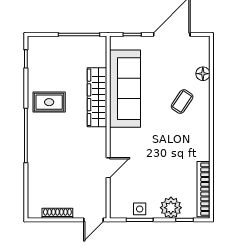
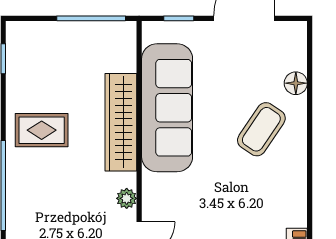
coffee table: (182, 102) -> (261, 129), width x1.36, depth x1.30
plant: (100, 143) -> (127, 198), added

